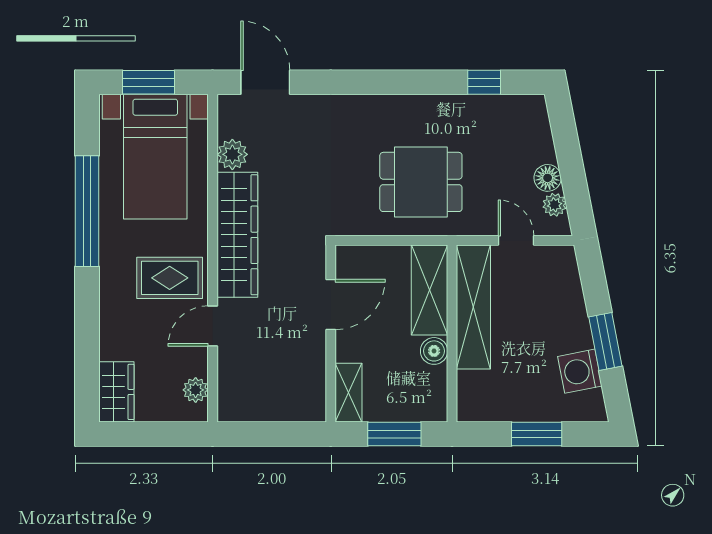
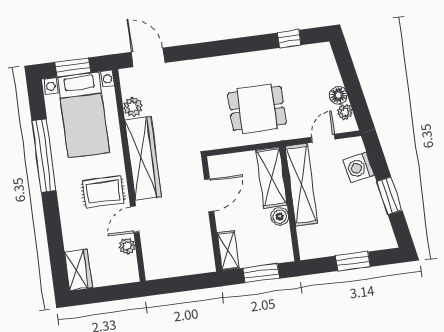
door: (516, 240) -> (323, 138), hinge flipped
washing machine: (580, 371) -> (359, 167), moved
plant: (196, 390) -> (127, 246), moved

